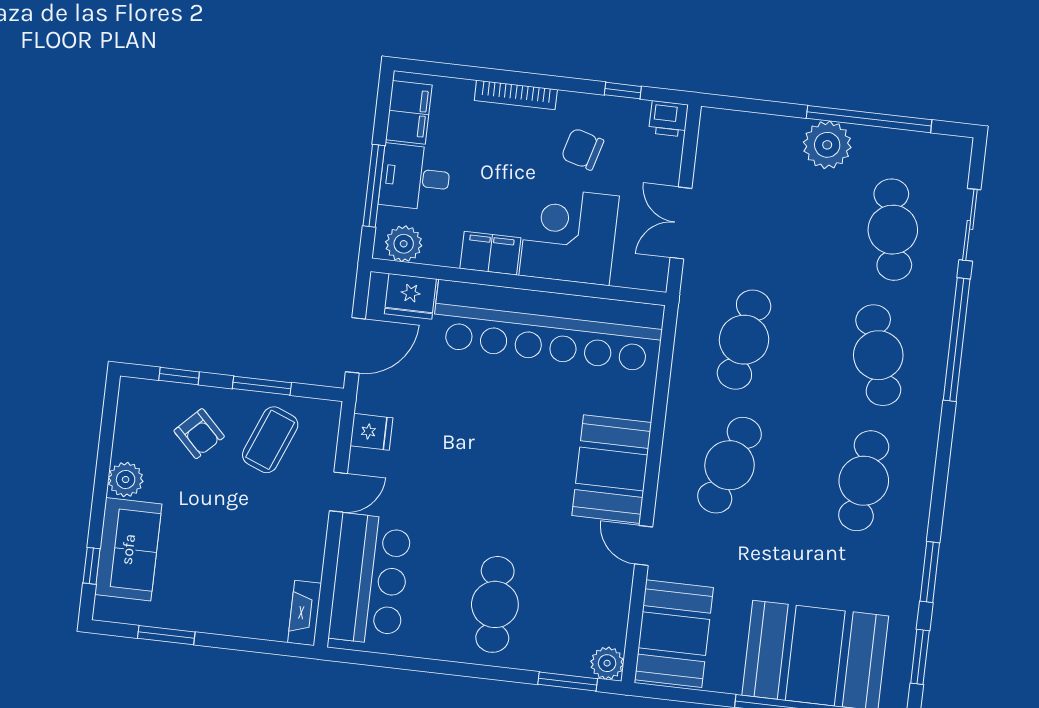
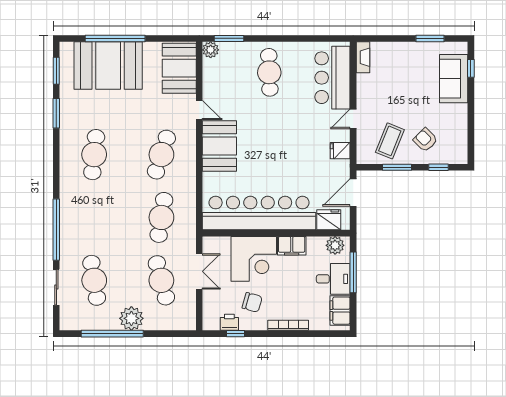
printer: (668, 119) -> (229, 322), moved
cafe table: (878, 355) -> (161, 280), moved
plant: (126, 480) -> (459, 113), removed

